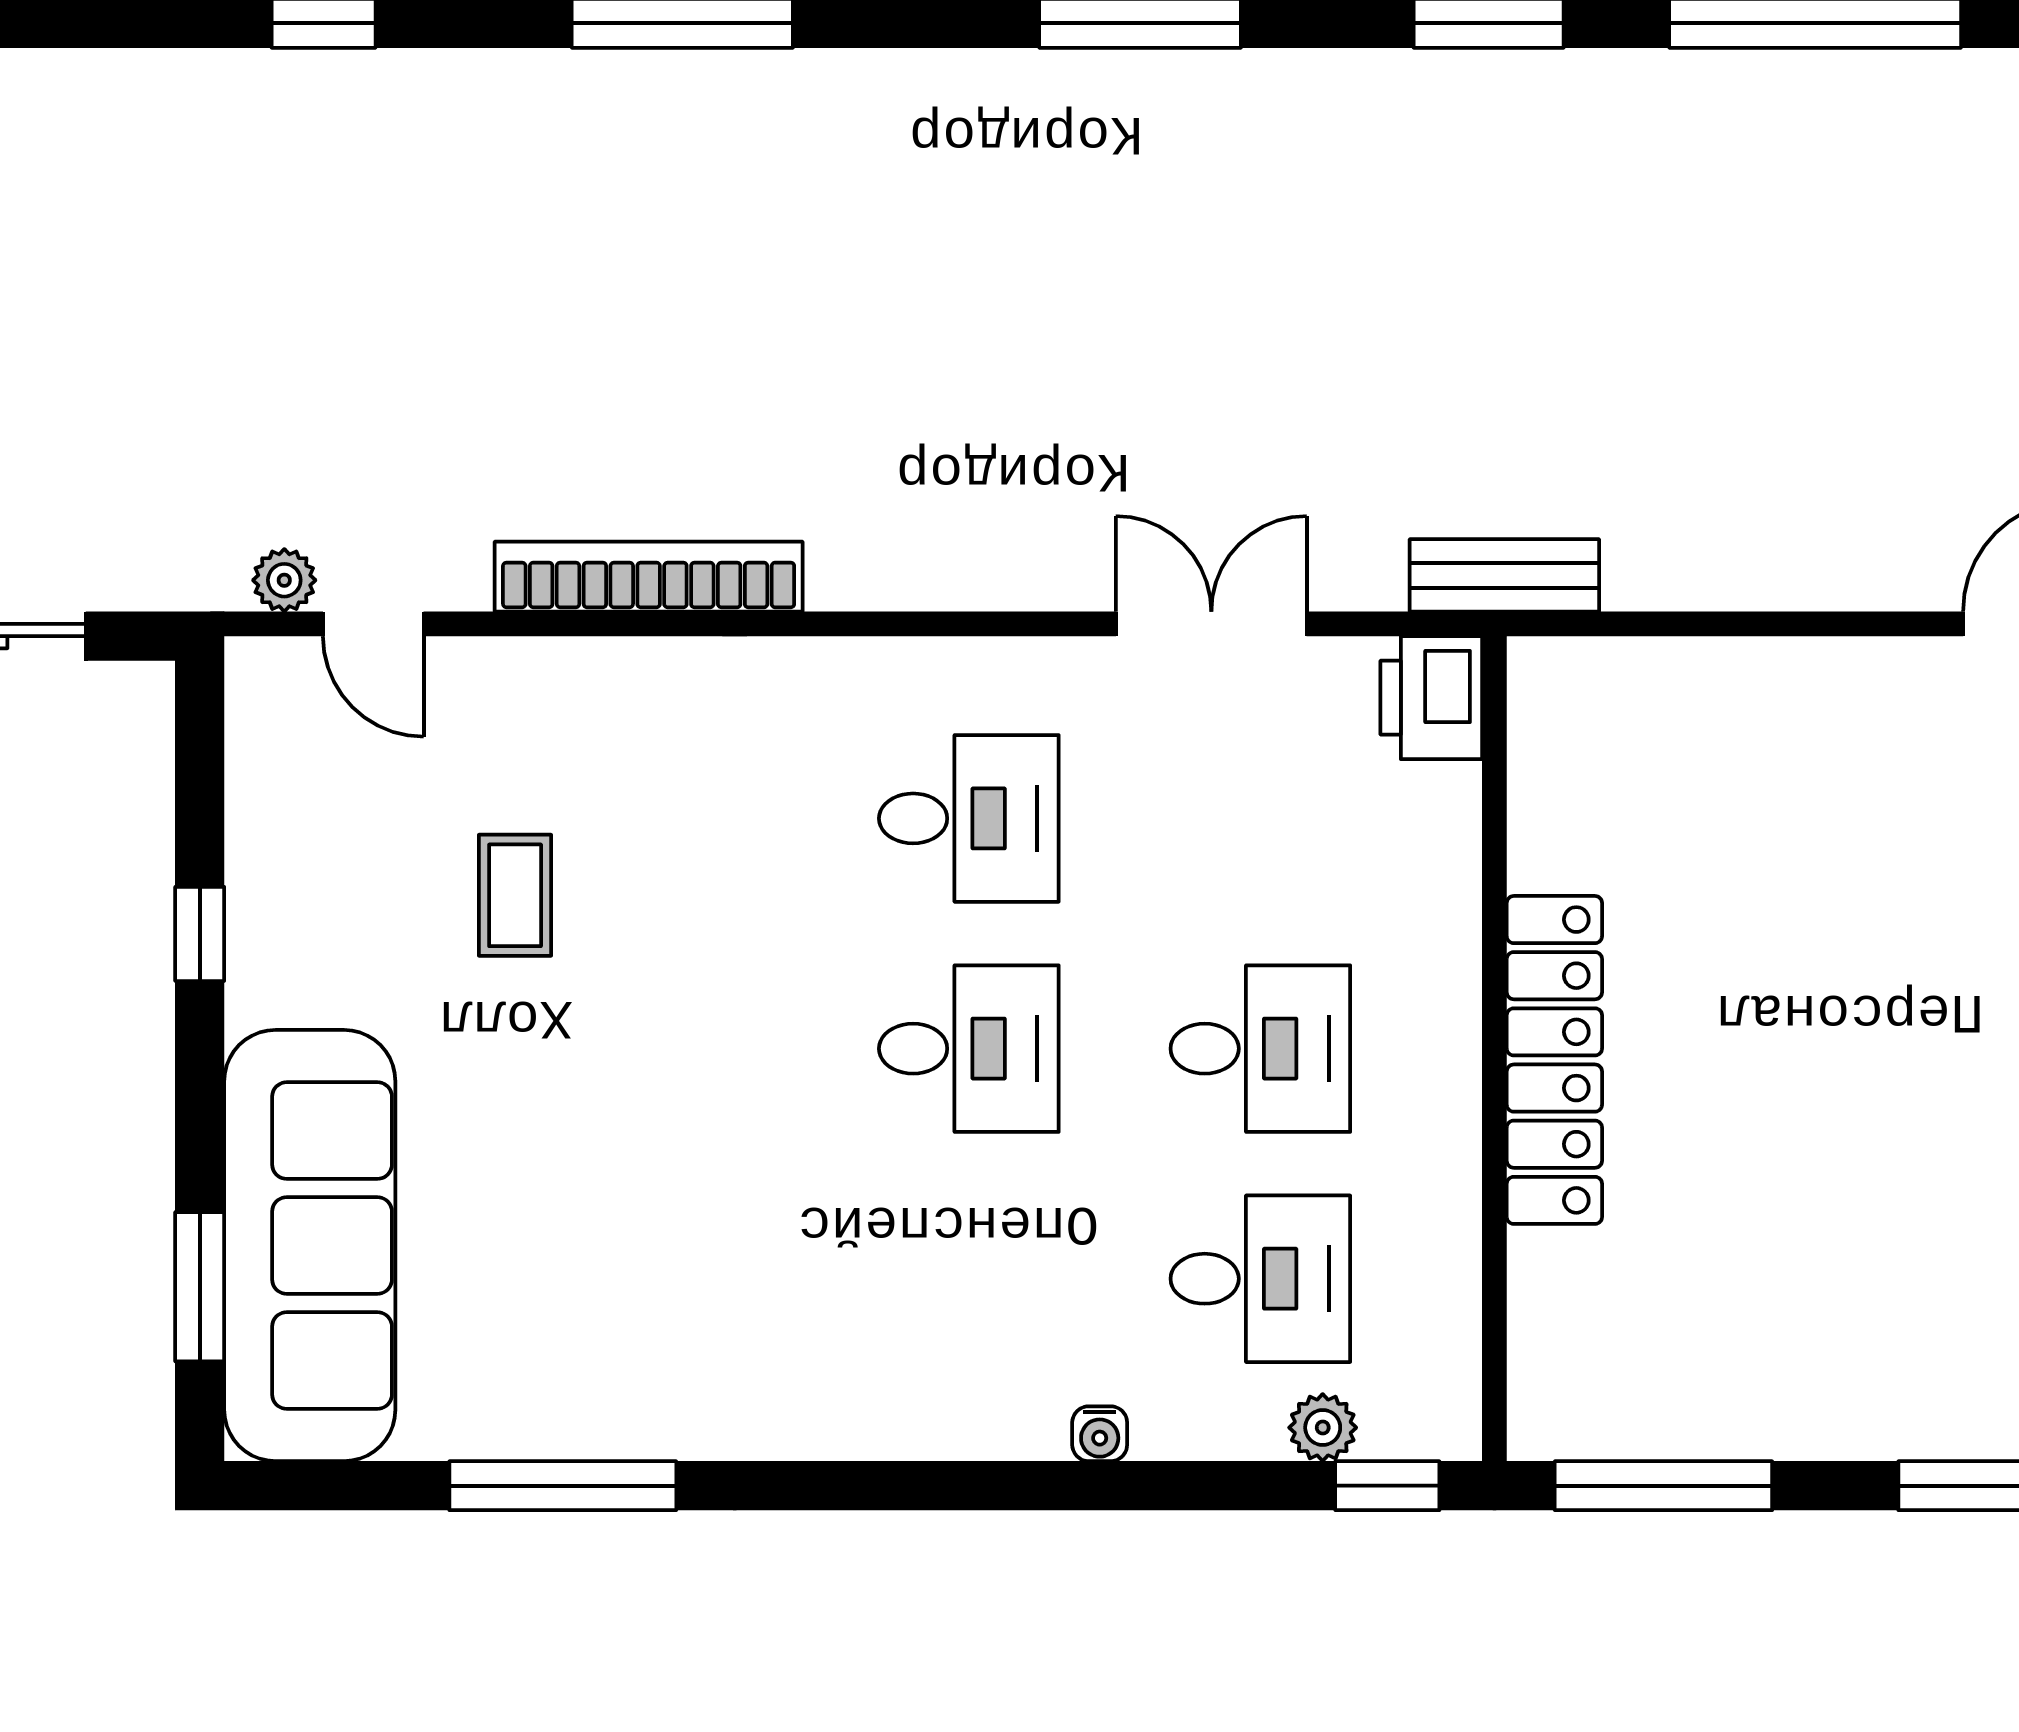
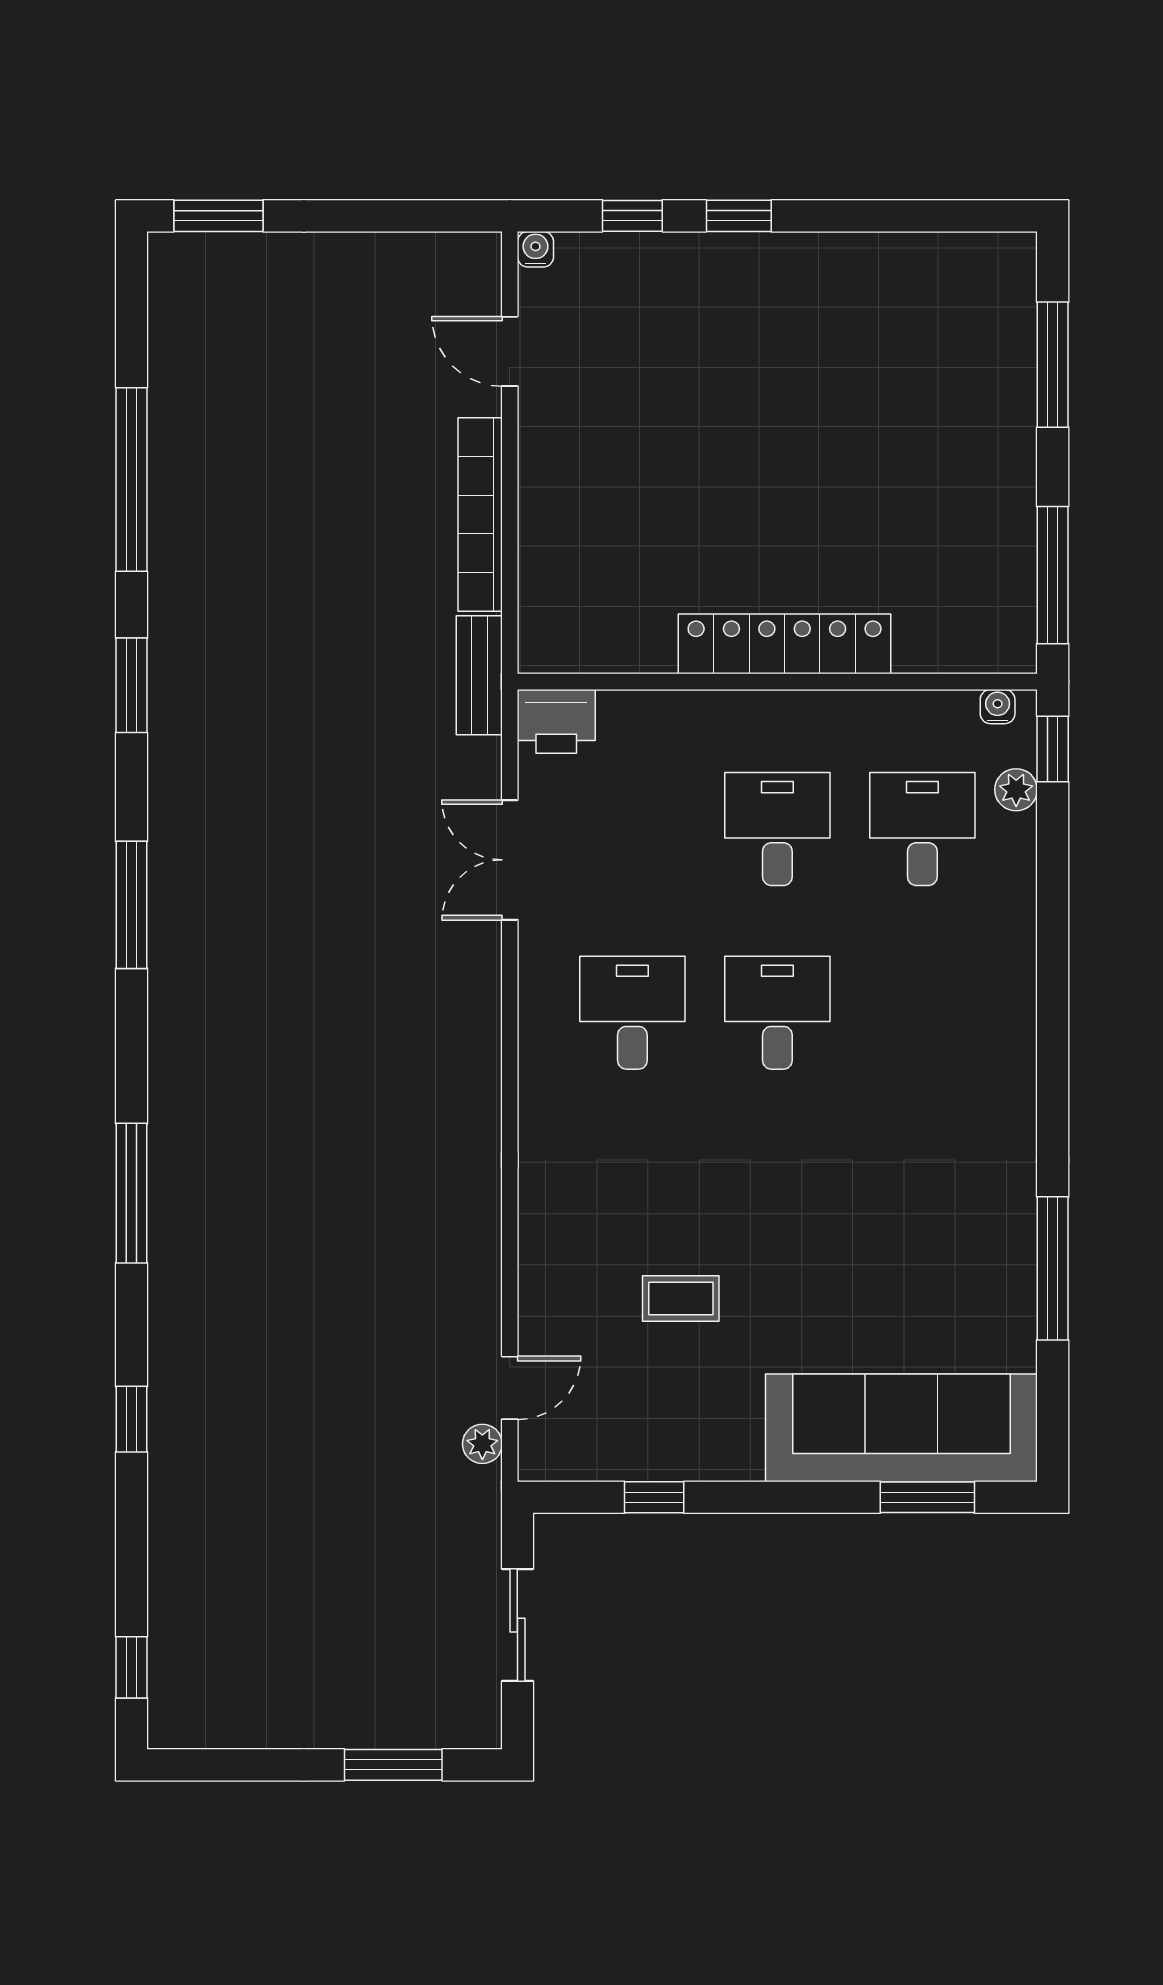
bookcase: (649, 577) -> (480, 515), moved
window: (200, 934) -> (654, 1497), moved
water cooler: (1100, 1434) -> (998, 707), moved, turned -90

